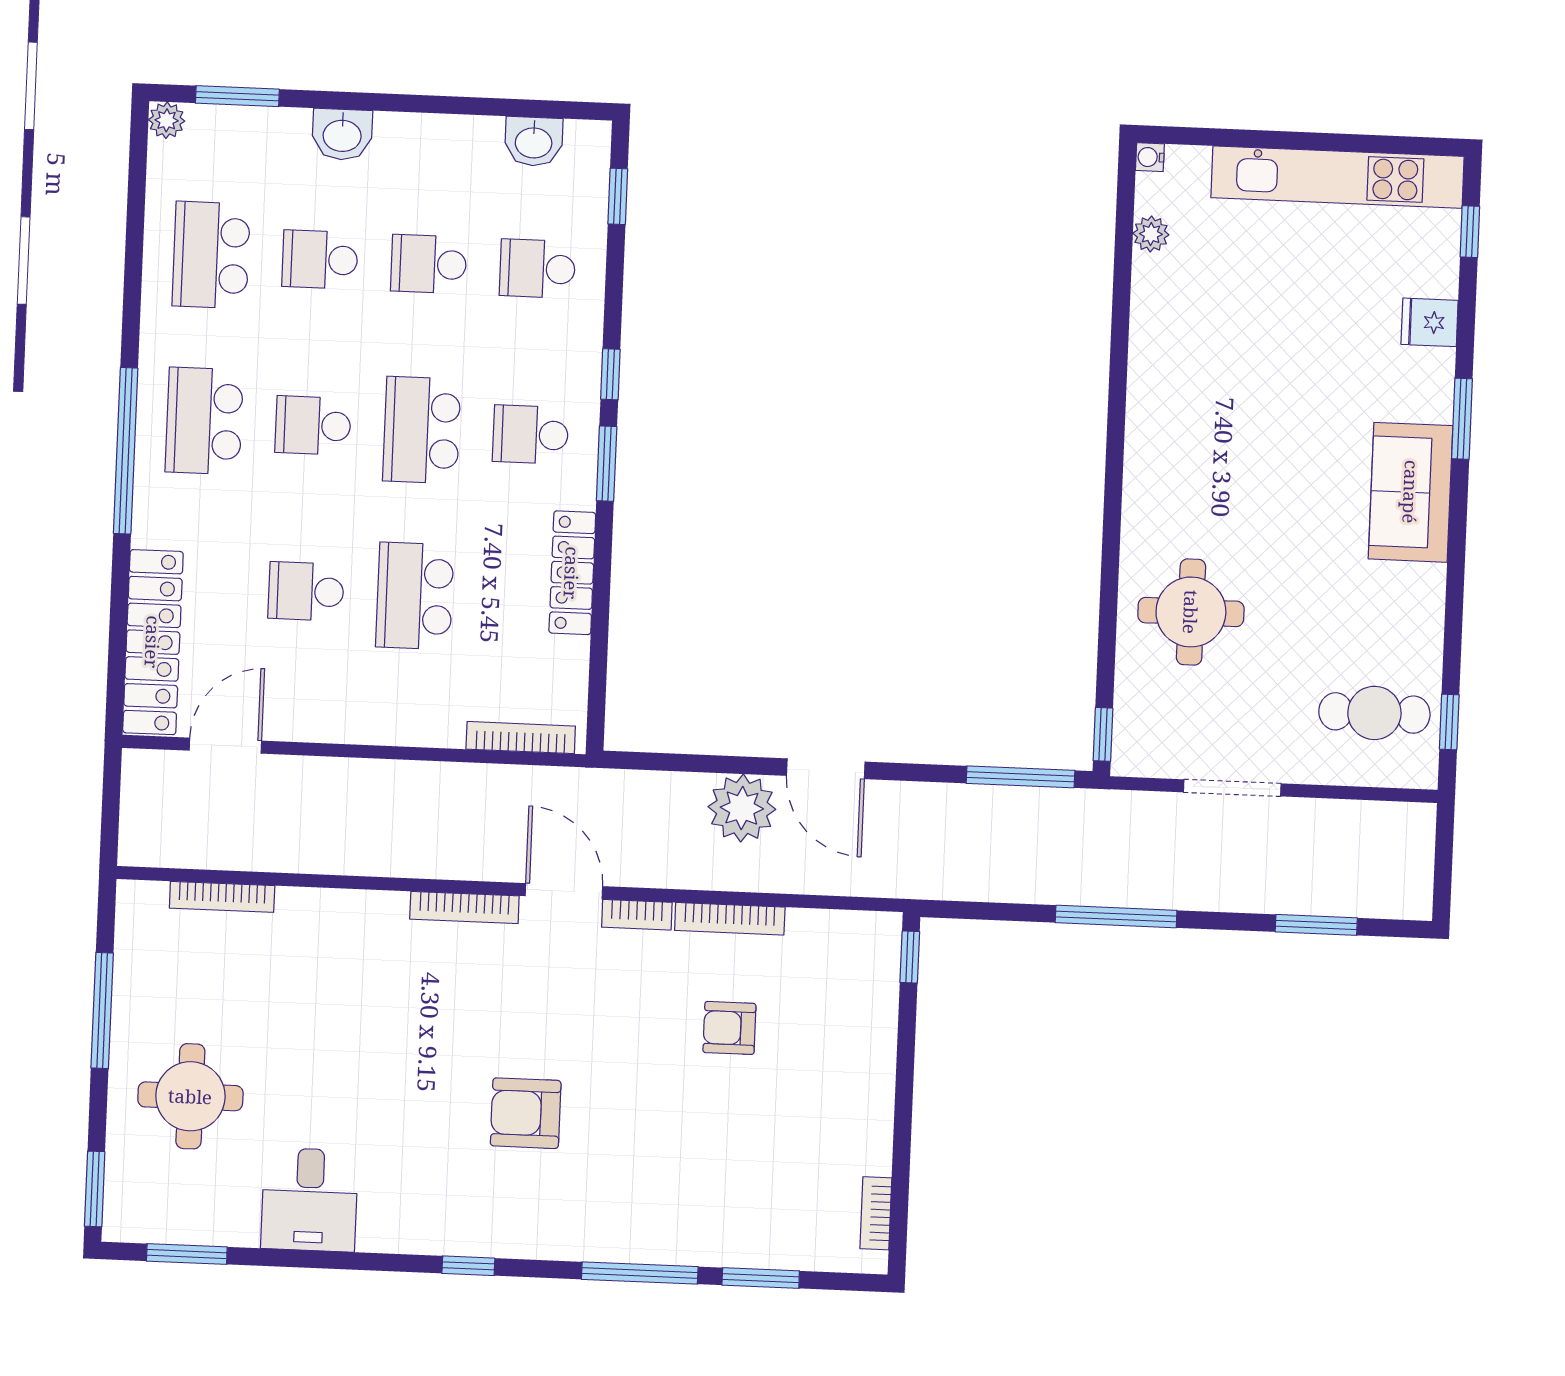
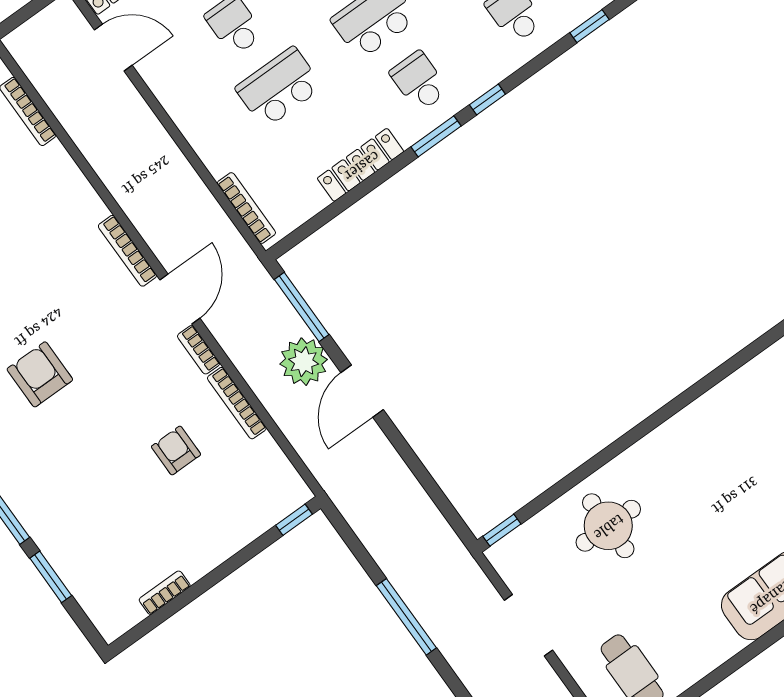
window: (1021, 777) -> (302, 307), moved
bookcase: (876, 1213) -> (165, 593), moved

